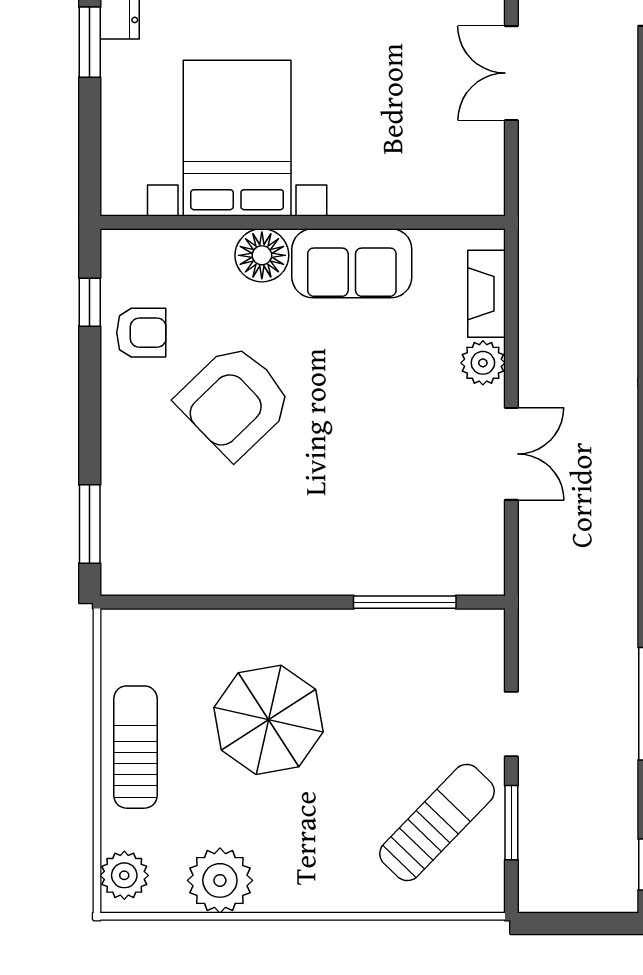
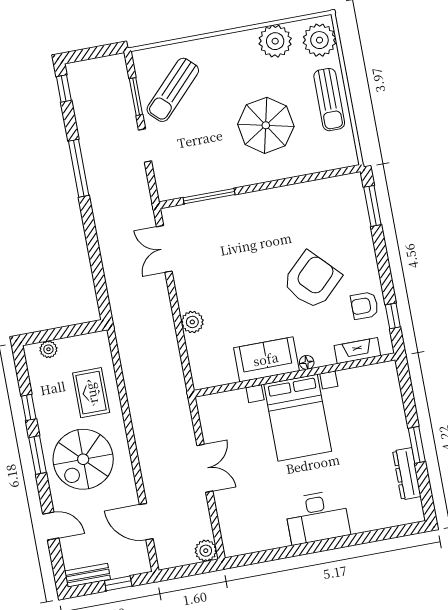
bed with nightstands: (237, 138) -> (298, 418), moved
floor lamp: (262, 255) -> (307, 362), width x0.53, depth x0.53
fireplace: (486, 294) -> (357, 351), moved, turned -90
double door: (511, 454) -> (164, 249), moved
plant: (124, 875) -> (319, 40), width x1.36, depth x1.36

